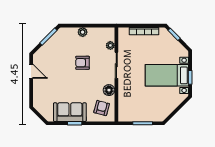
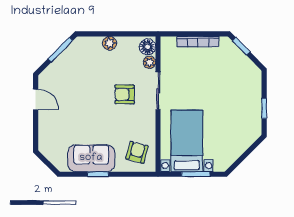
armchair: (82, 63) -> (125, 94), moved
bed with nightstands: (167, 75) -> (187, 141), moved, turned 90
floor lamp: (109, 90) -> (147, 47), moved

